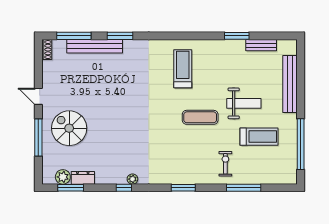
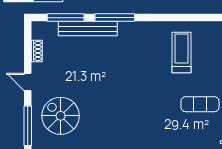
window: (120, 36) -> (115, 18), width x1.44
shoe rack: (47, 50) -> (37, 51), moved

